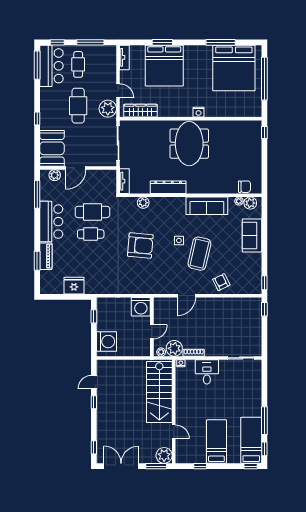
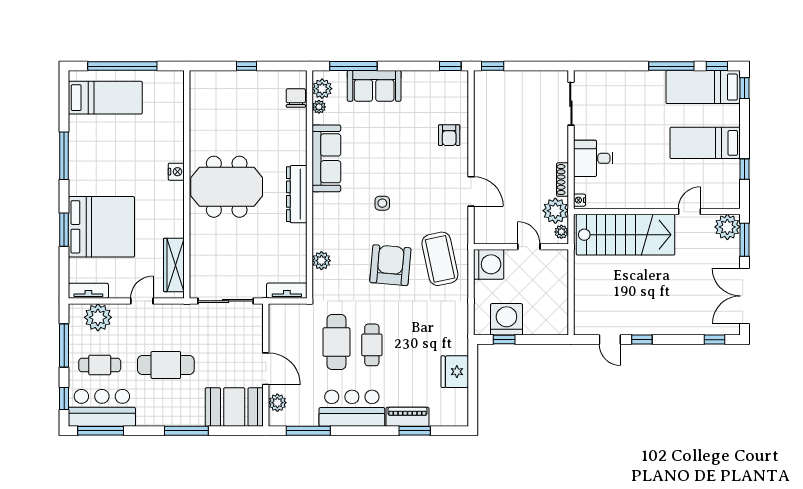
window: (221, 42) -> (64, 156), moved
bed: (234, 68) -> (105, 98), width x0.49
plant: (108, 109) -> (98, 317), moved
window: (37, 118) -> (186, 431), width x2.17
window: (264, 133) -> (247, 66), moved
dresser: (168, 187) -> (297, 194), moved
window: (264, 223) -> (353, 66), added
coffee table: (199, 254) -> (440, 259), moved, turned 65
armchair: (221, 282) -> (449, 135), turned -63
washing machine: (107, 342) -> (506, 319), moved

